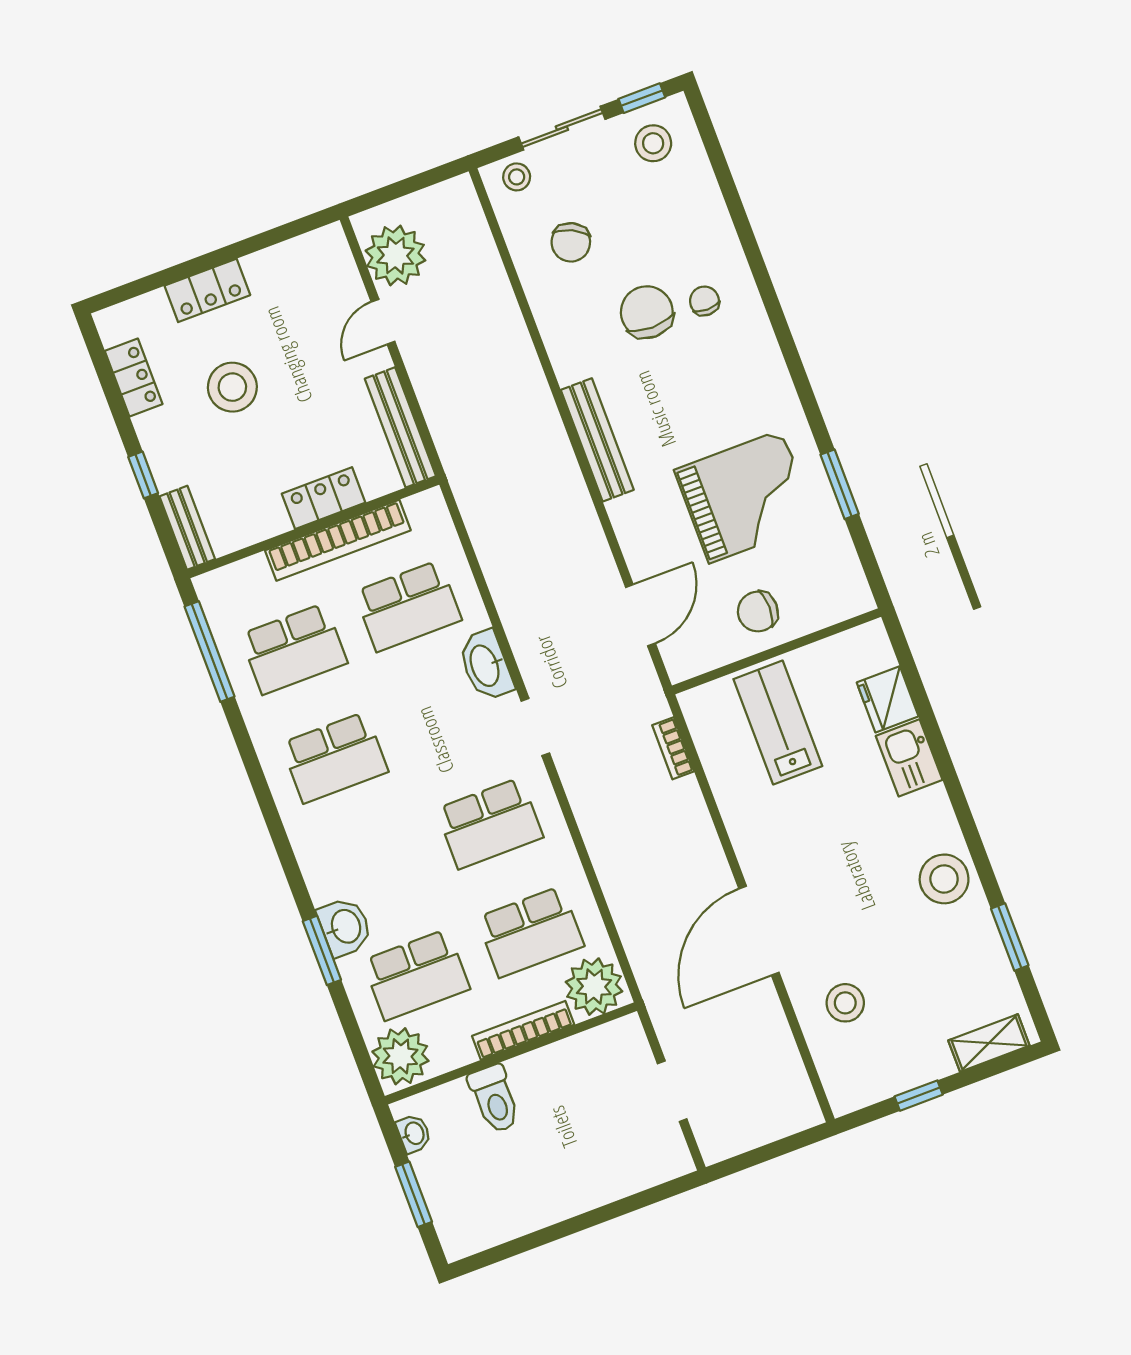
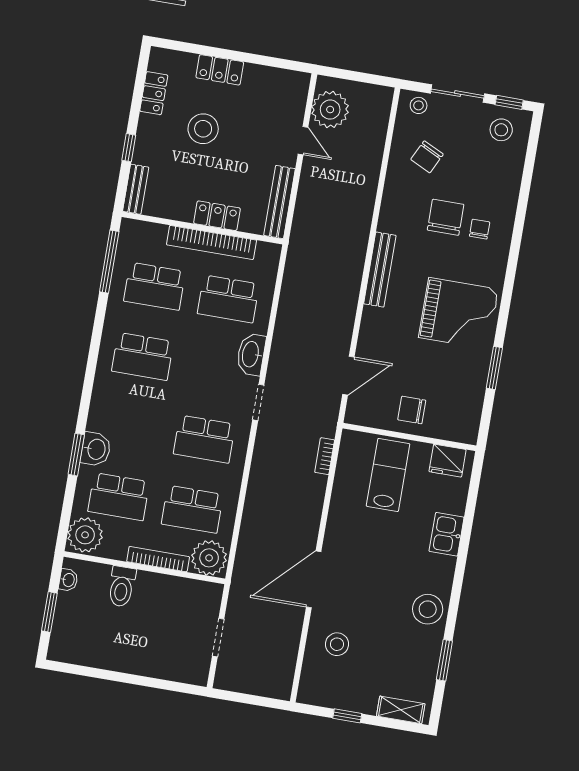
door: (383, 322) -> (303, 141), swing flipped
grand piano: (745, 497) -> (459, 313), moved
fridge: (888, 699) -> (448, 461), moved, turned -90

